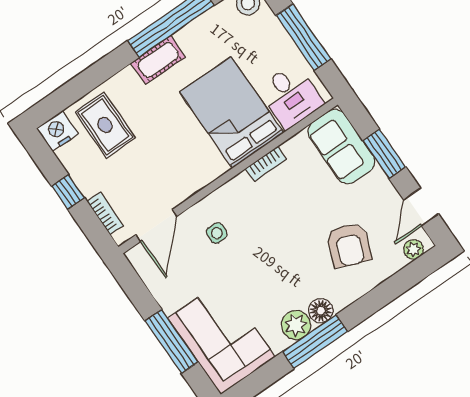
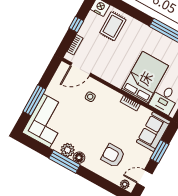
cot: (158, 60) -> (152, 35), removed
armchair: (349, 245) -> (113, 156), turned 69

